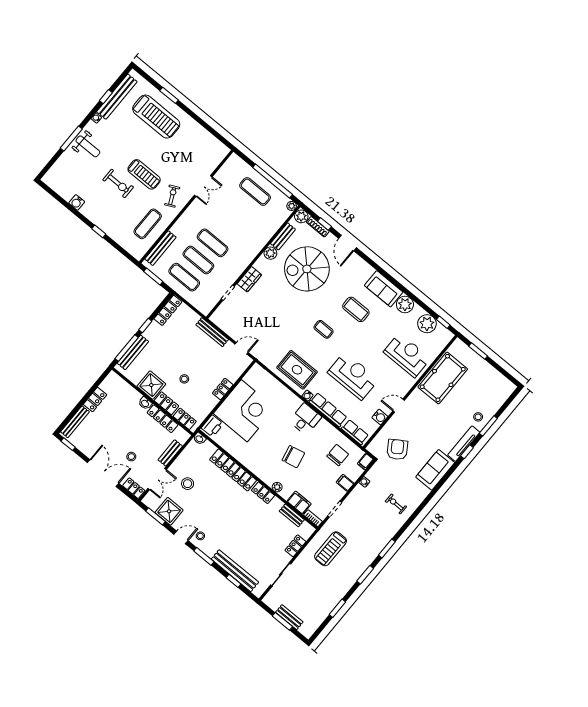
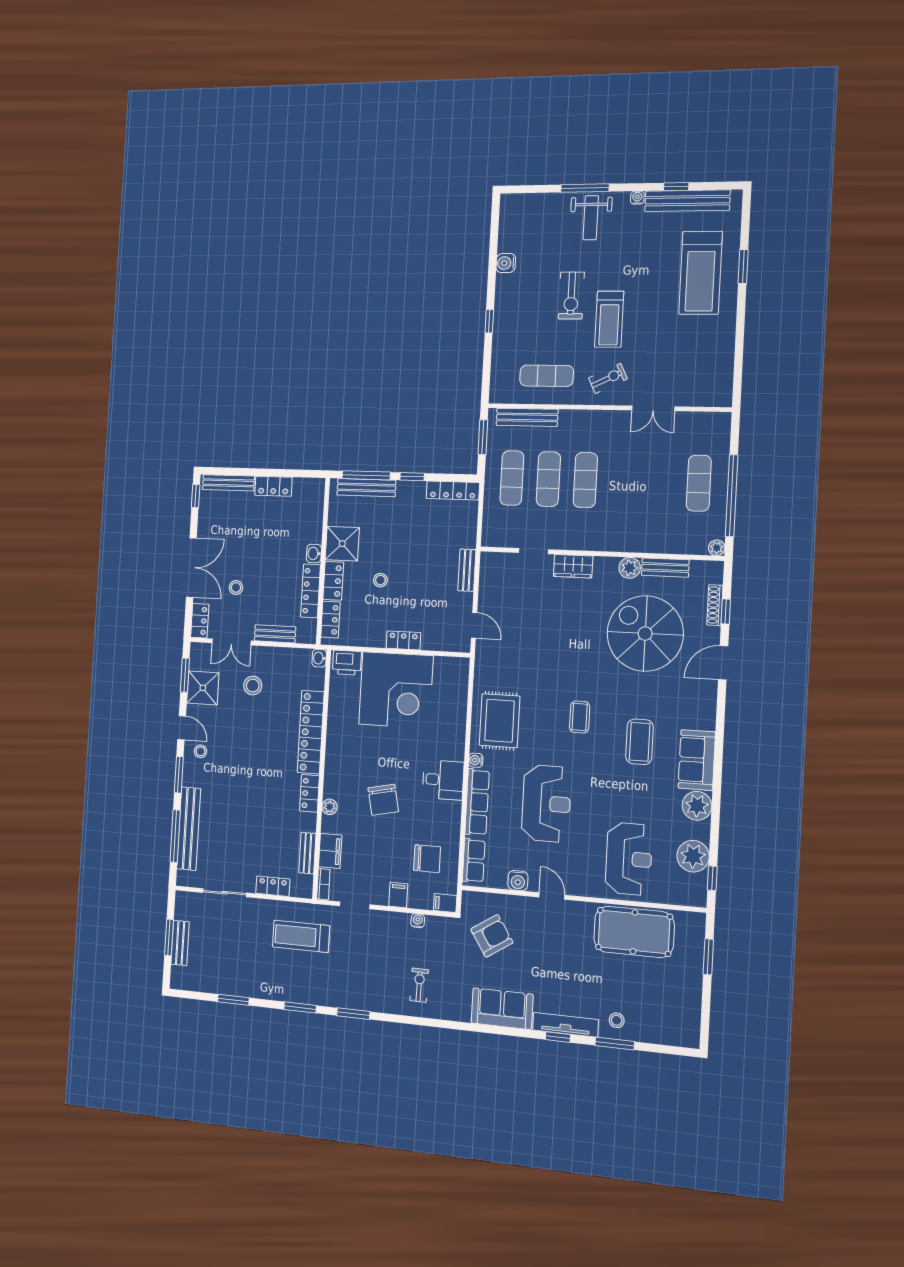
plant: (301, 216) -> (712, 572), removed
bench: (212, 332) -> (467, 570), width x0.73
window: (233, 581) -> (175, 836), width x2.17

